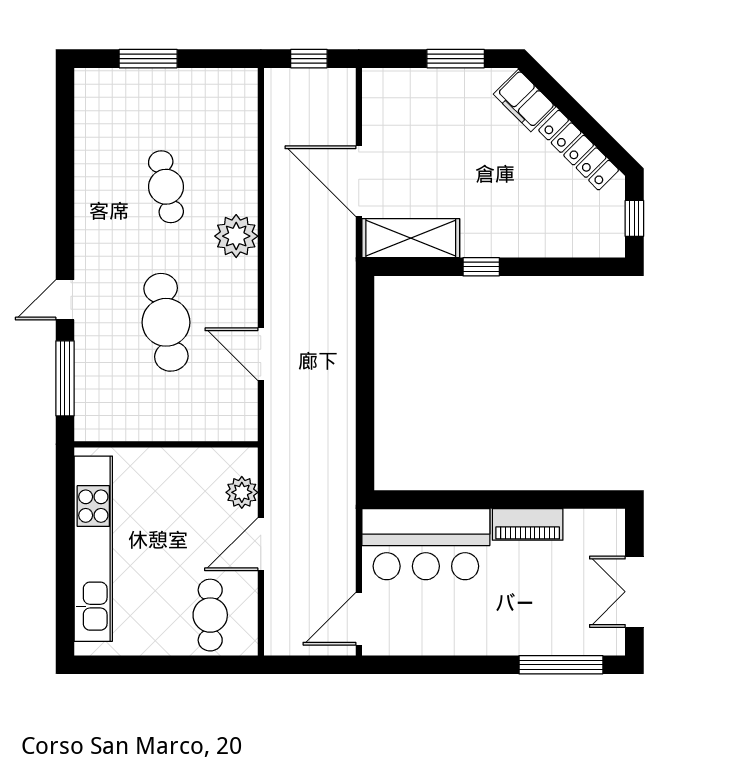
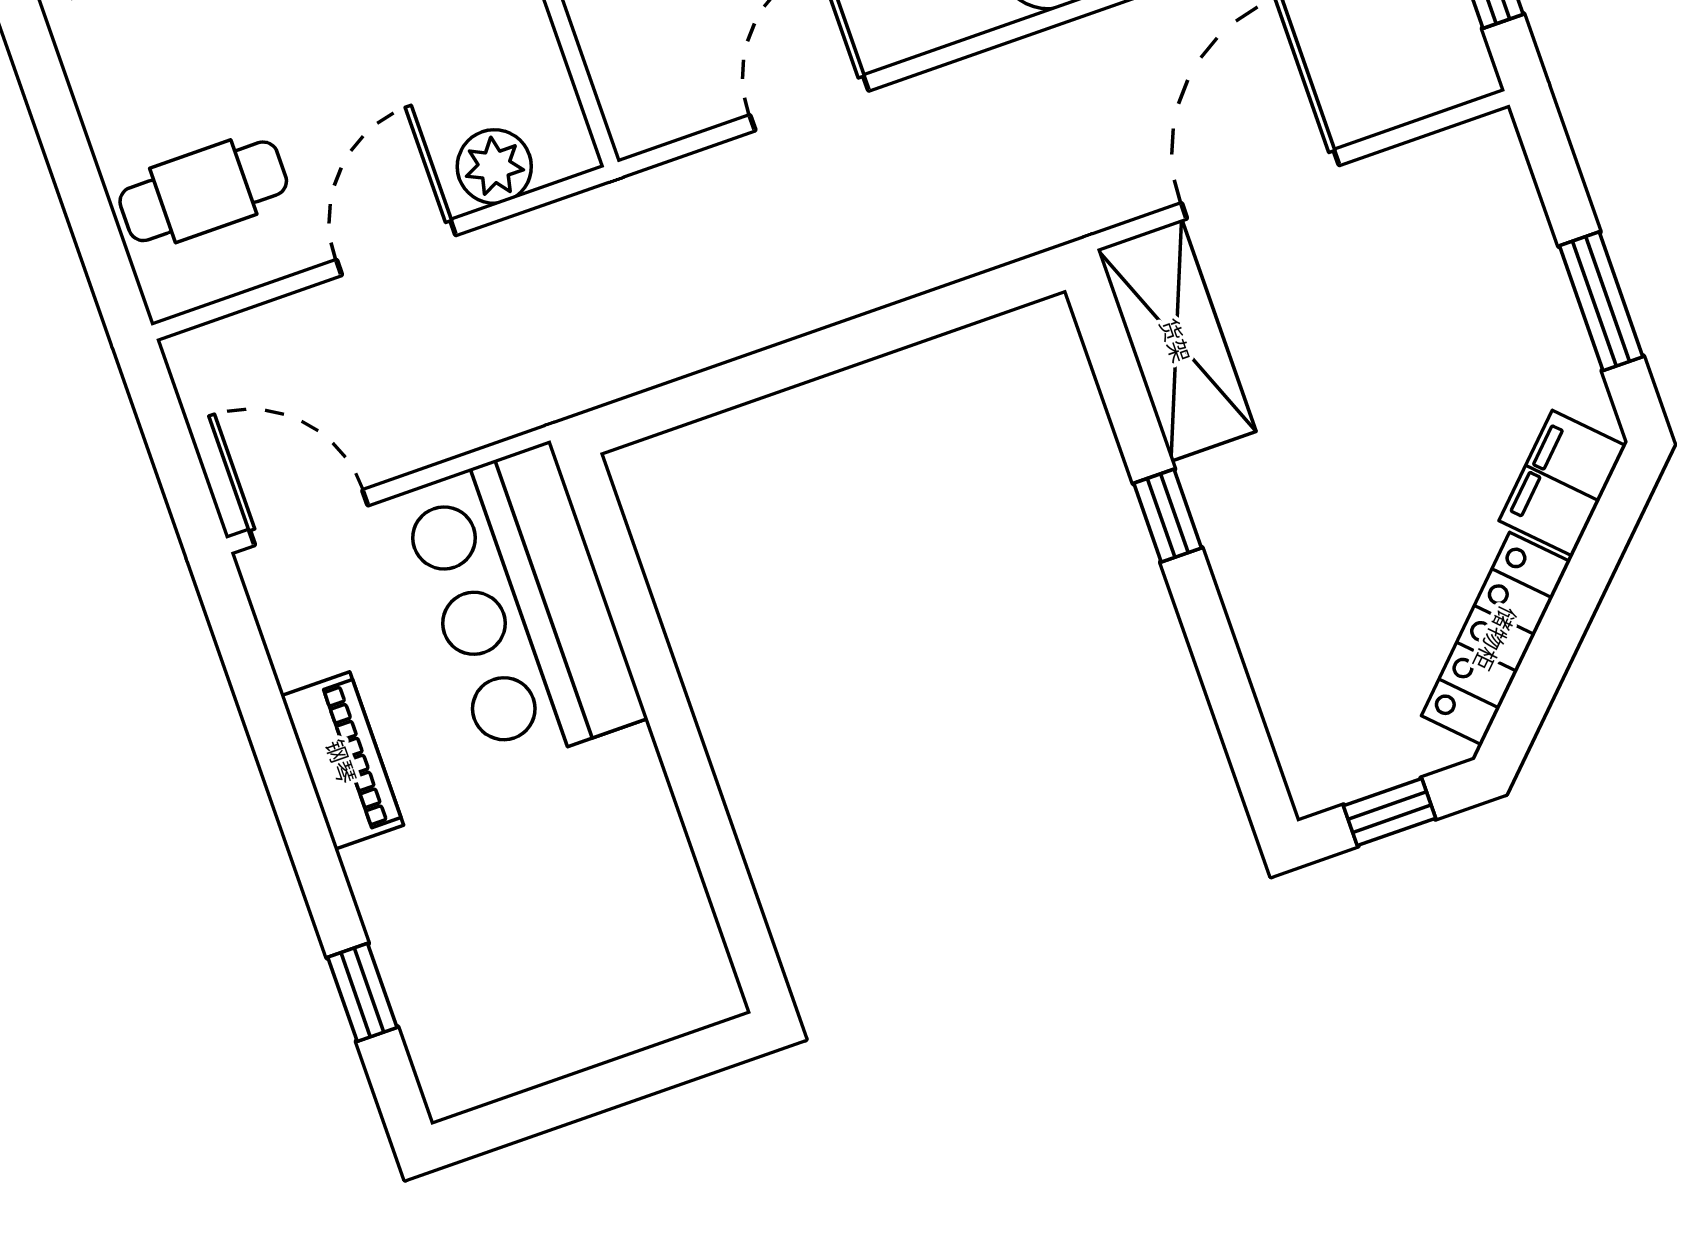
piano: (528, 524) -> (342, 761), moved, turned 180
door: (261, 544) -> (396, 248), hinge flipped
double door: (634, 592) -> (577, 1096), removed
window: (561, 665) -> (362, 992), width x0.46

